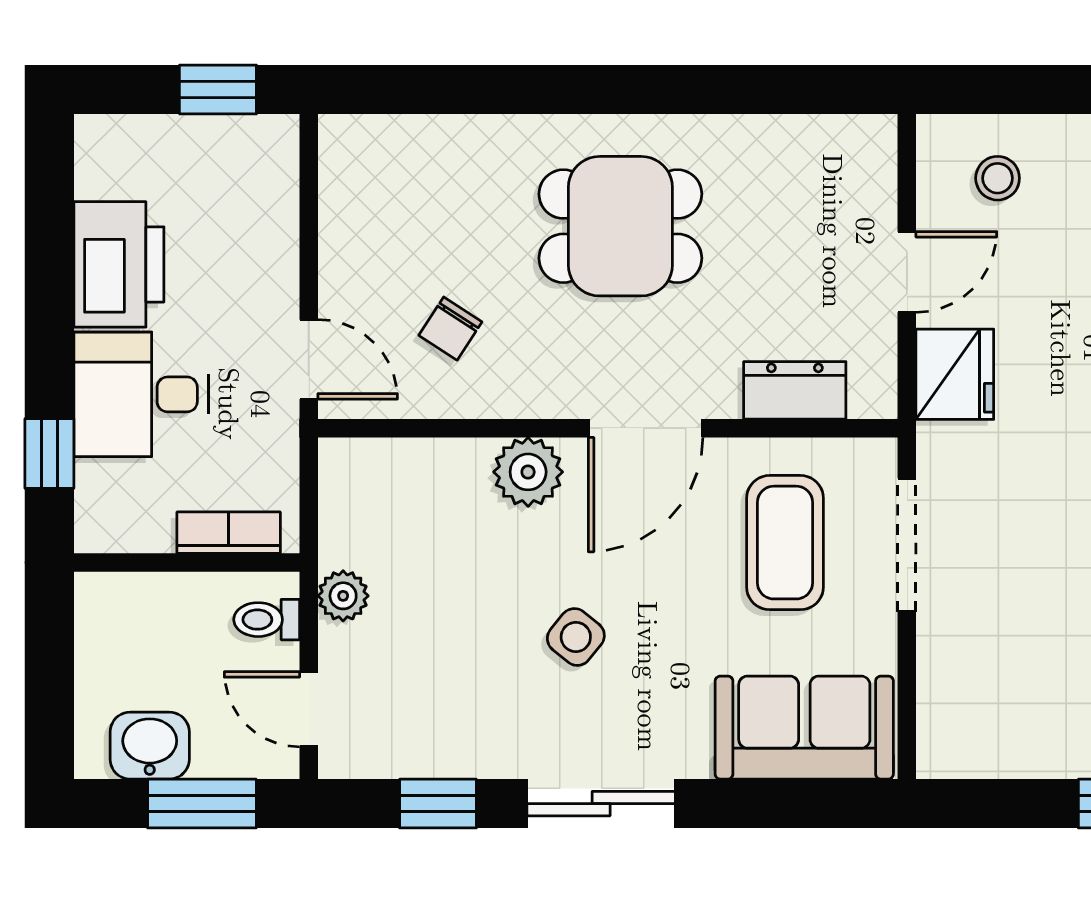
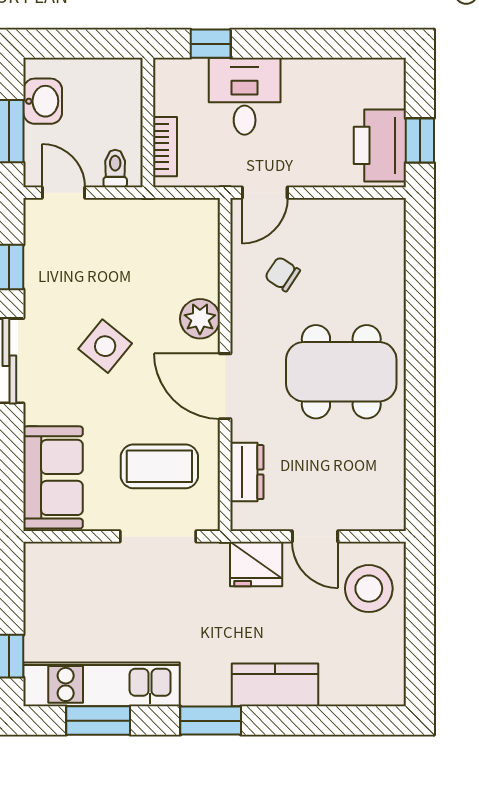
stool: (998, 178) -> (369, 589), width x1.89, depth x1.89
dining table: (620, 226) -> (341, 372), width x1.37
printer: (119, 264) -> (380, 145), moved, turned 90
plant: (343, 596) -> (129, 212), removed
side table: (576, 637) -> (105, 346), width x1.37, depth x1.37
door: (309, 709) -> (64, 193), hinge flipped

